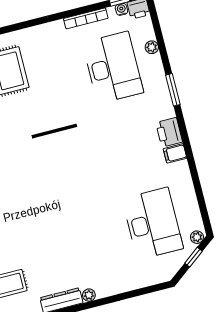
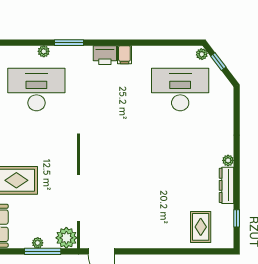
plant: (152, 47) -> (44, 51), moved

